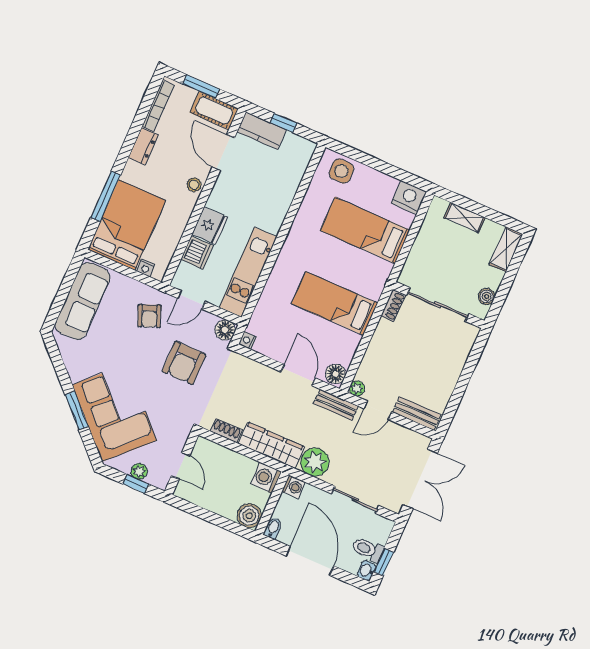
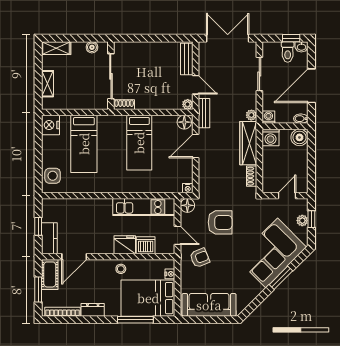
stool: (194, 185) -> (121, 269), moved
plant: (315, 462) -> (251, 115), width x0.53, depth x0.53

